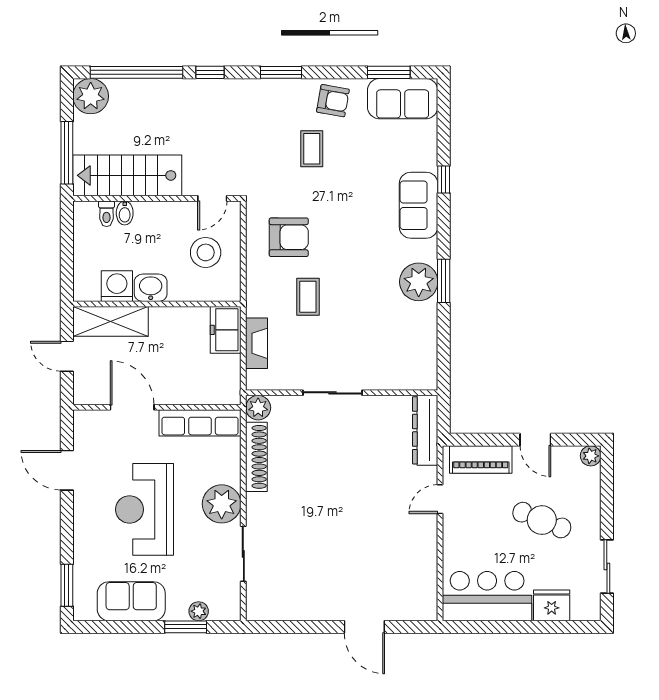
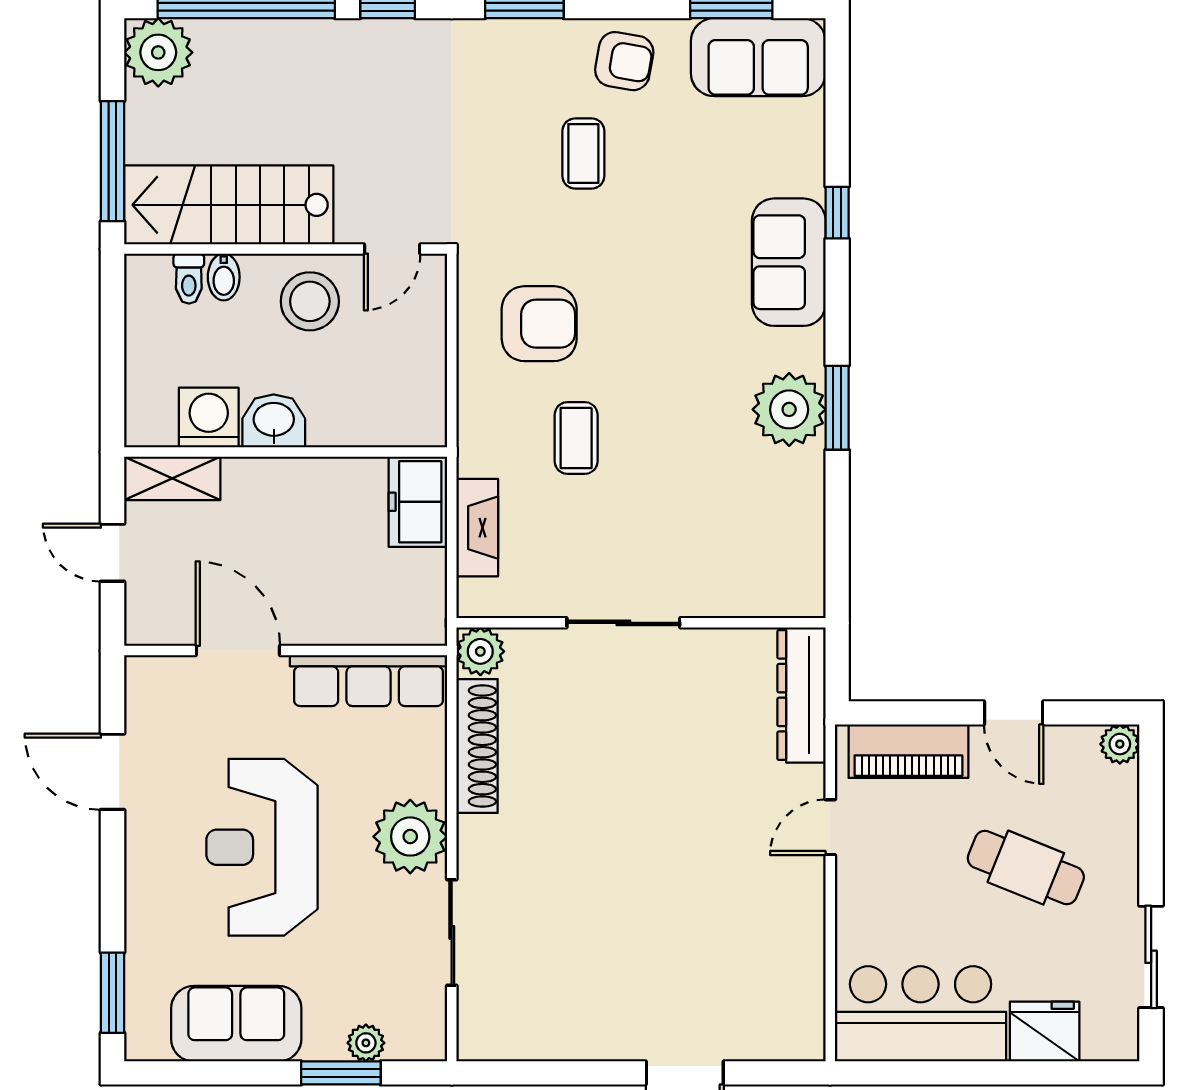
stool: (206, 252) -> (310, 301), moved
shelving: (110, 321) -> (172, 478), width x0.67, depth x0.75

